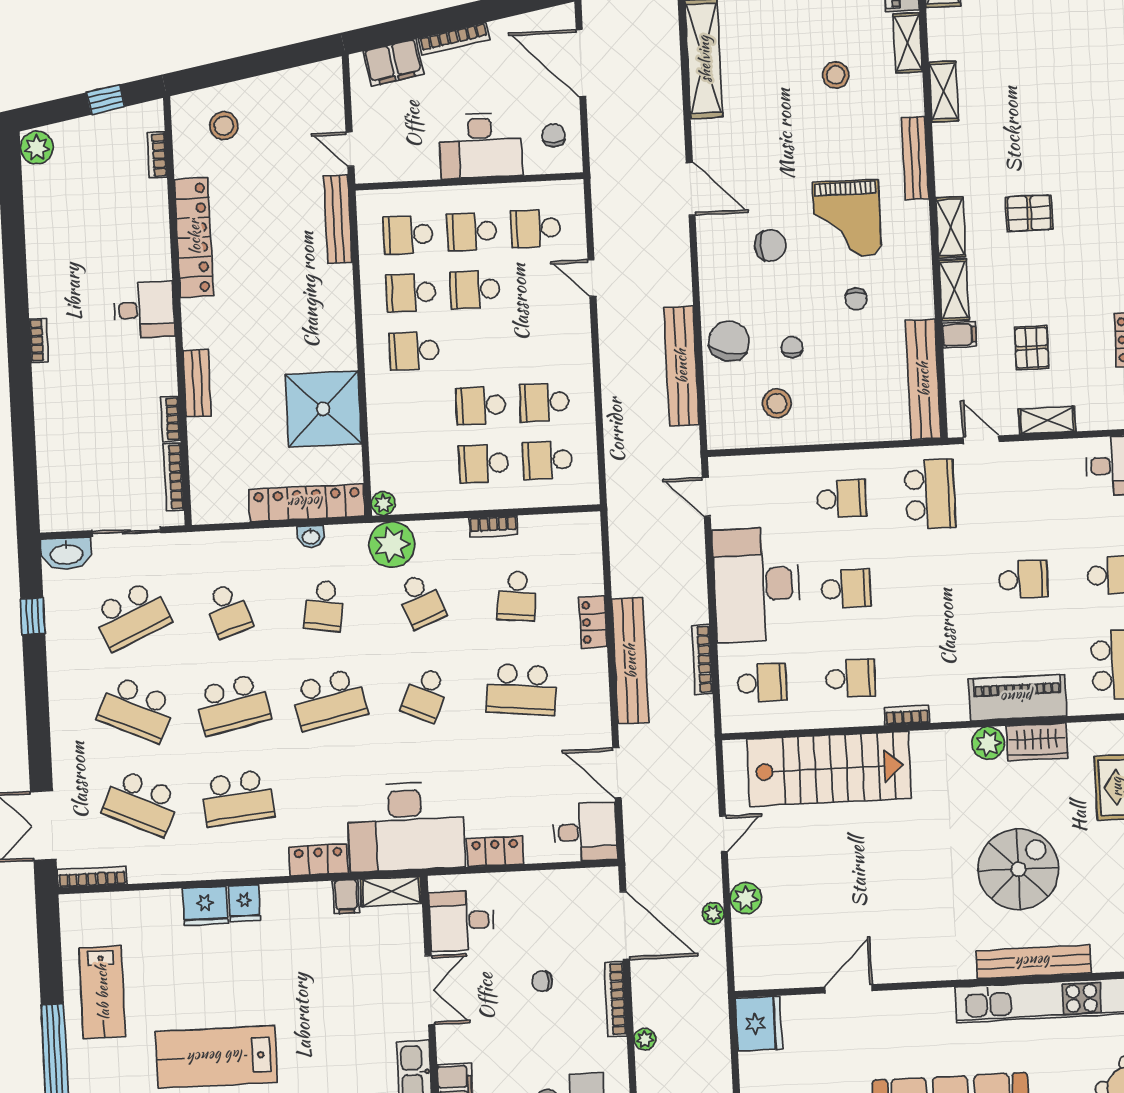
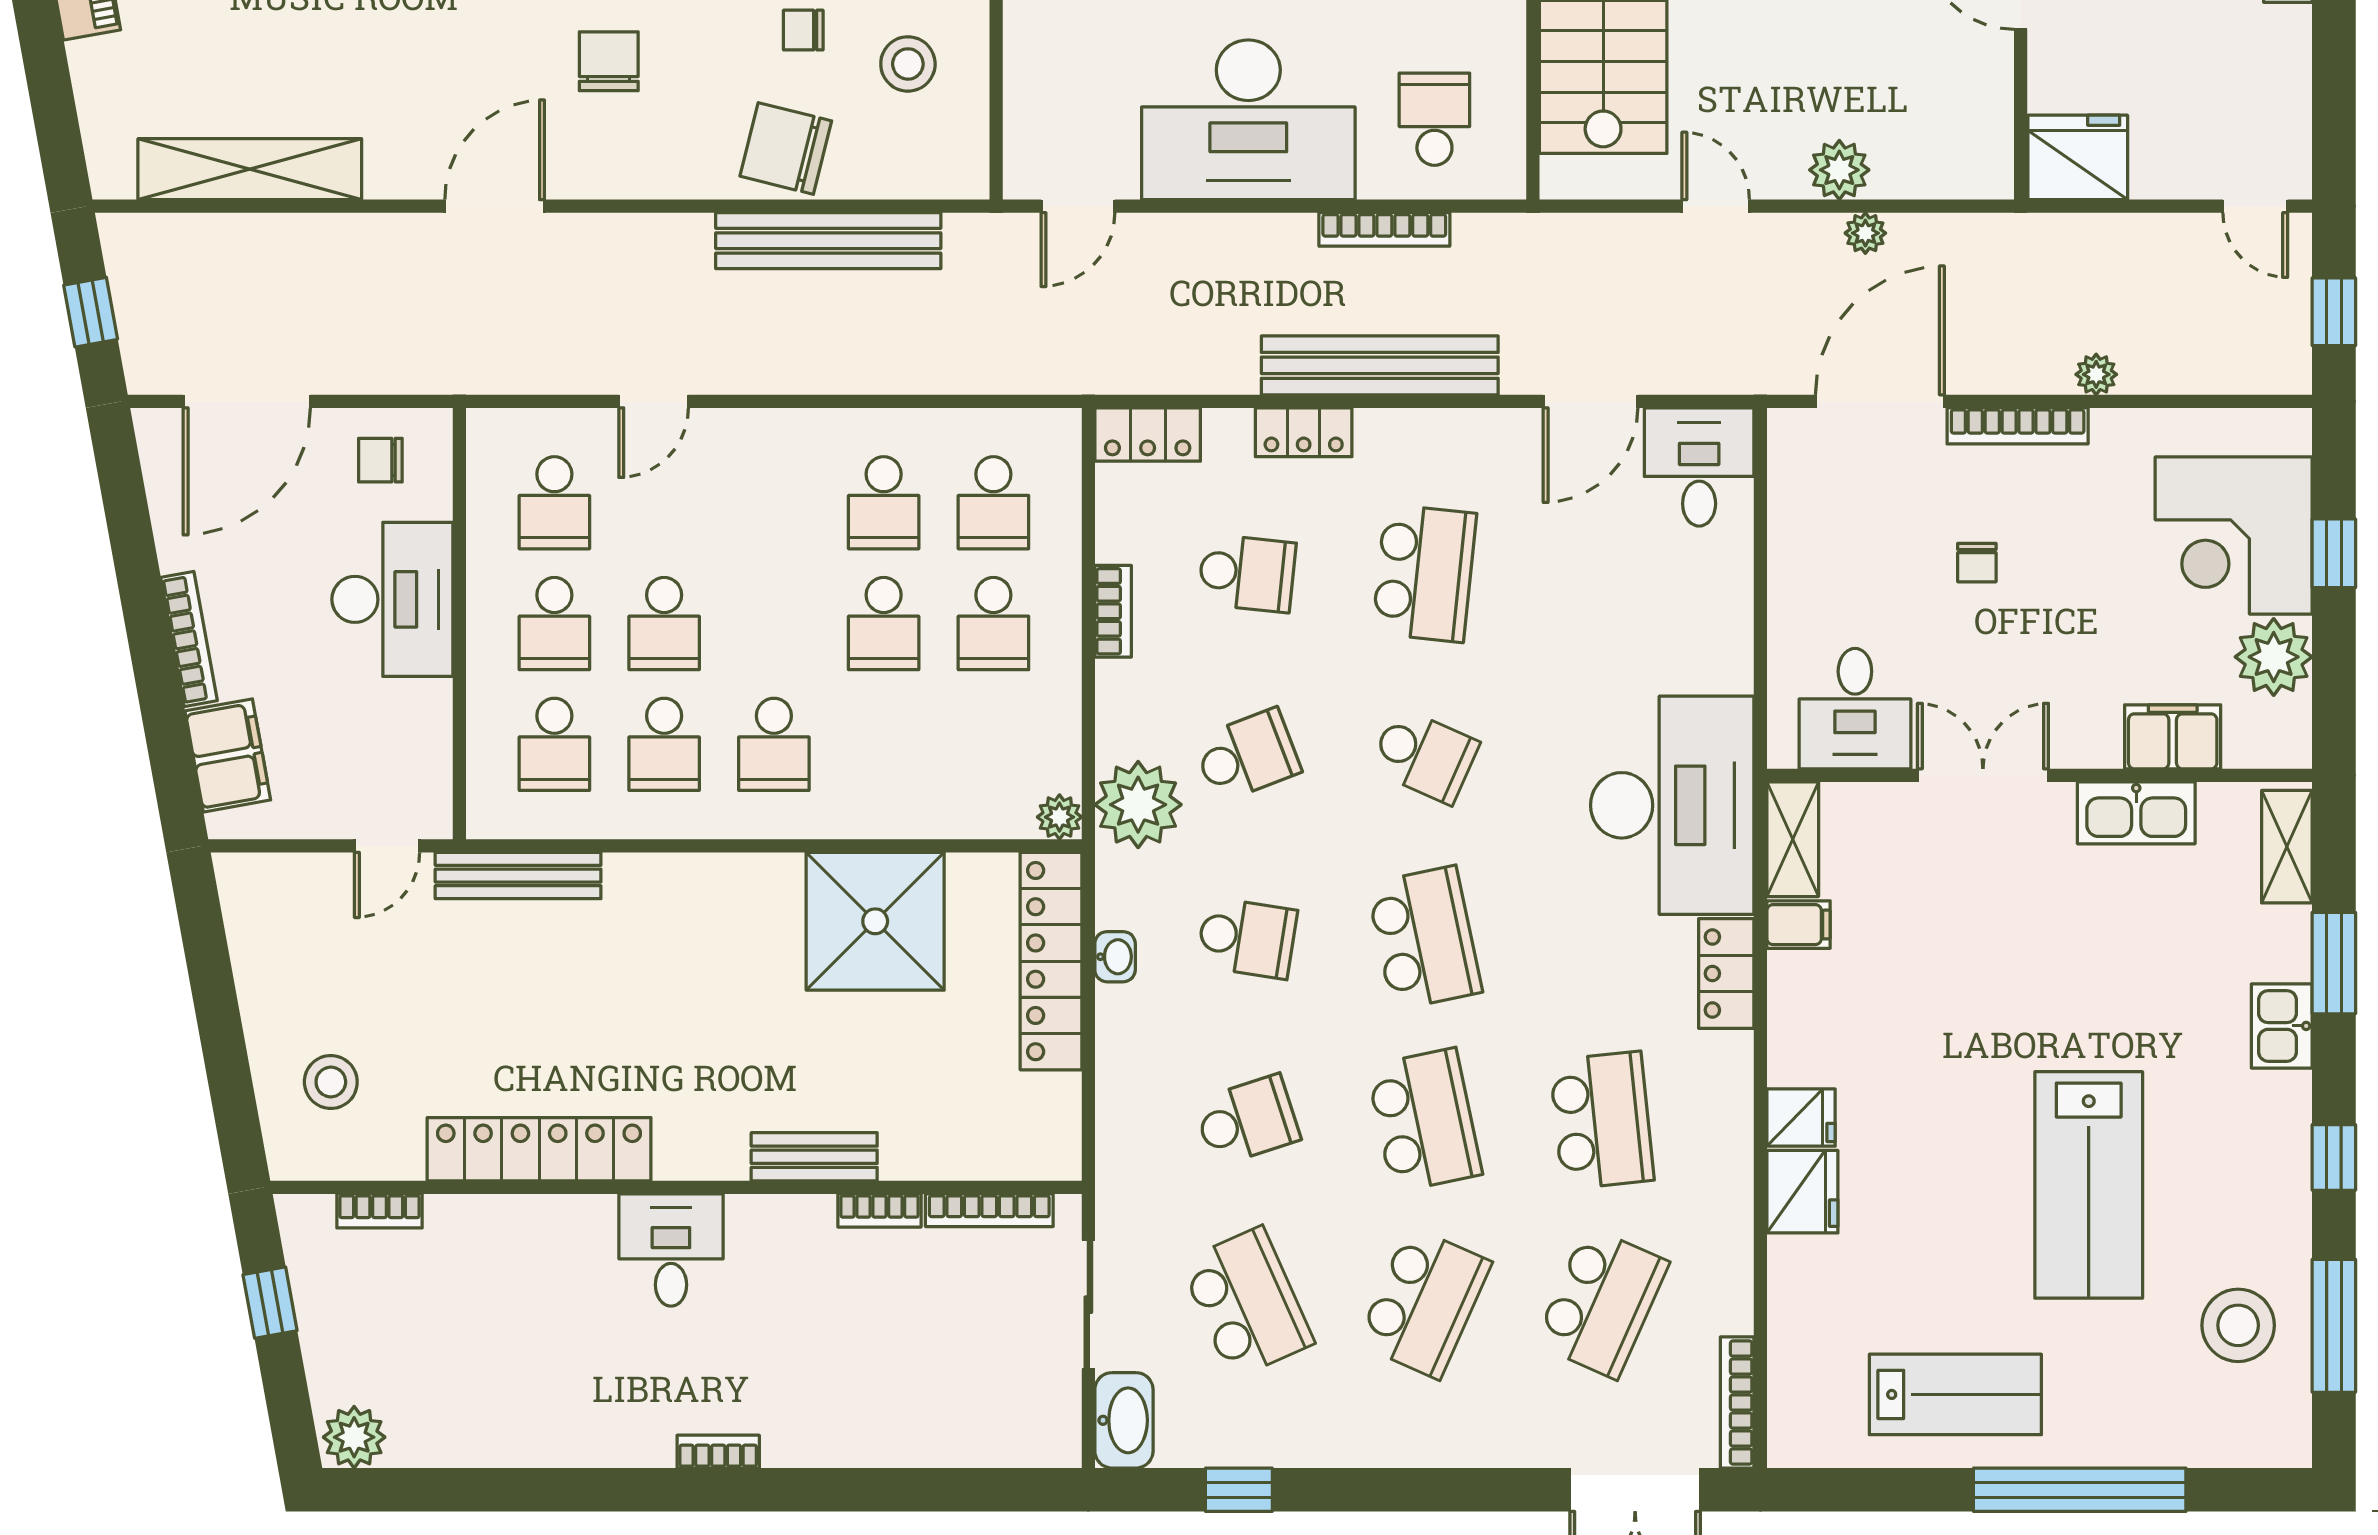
locker: (495, 851) -> (1148, 435), moved, turned -90

